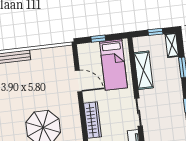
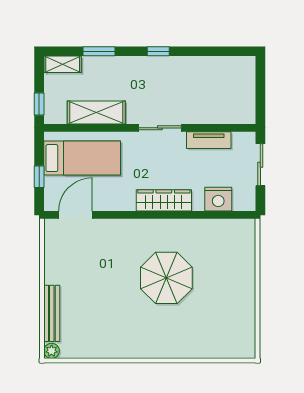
window: (155, 32) -> (39, 104), moved
door: (79, 81) -> (75, 215), moved

